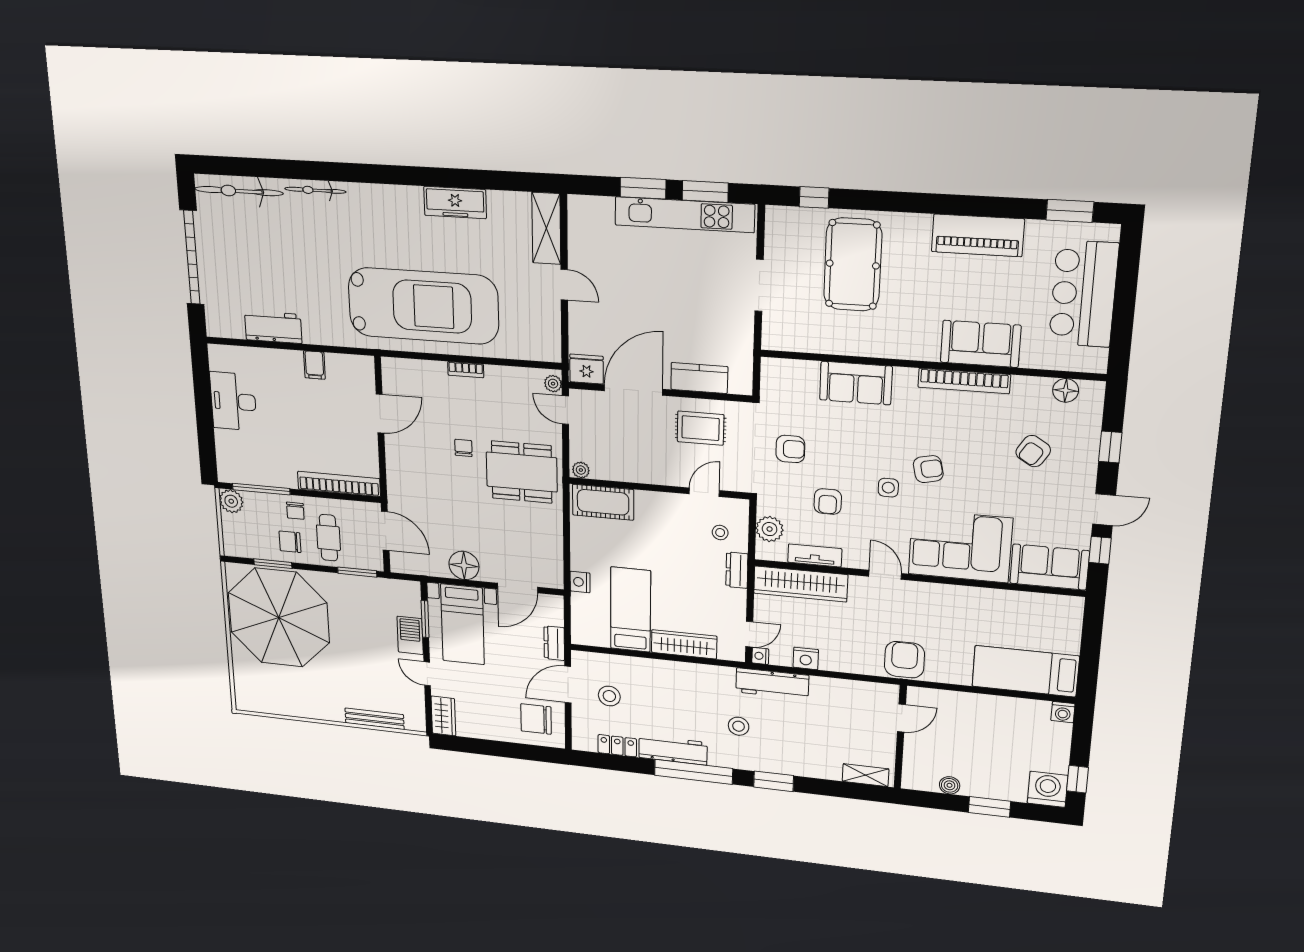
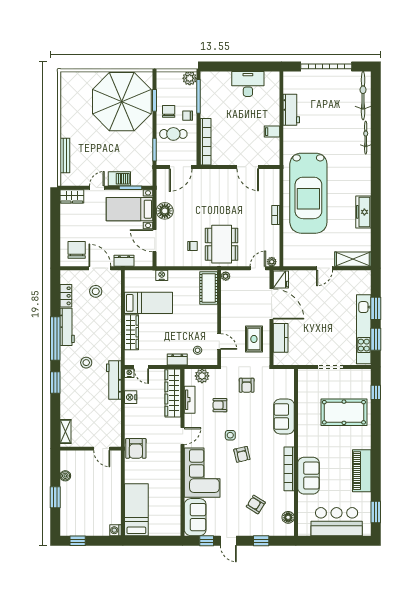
chair: (463, 448) -> (192, 246), moved
armchair: (904, 660) -> (136, 448), turned 90
washing machine: (1048, 789) -> (70, 526), removed

